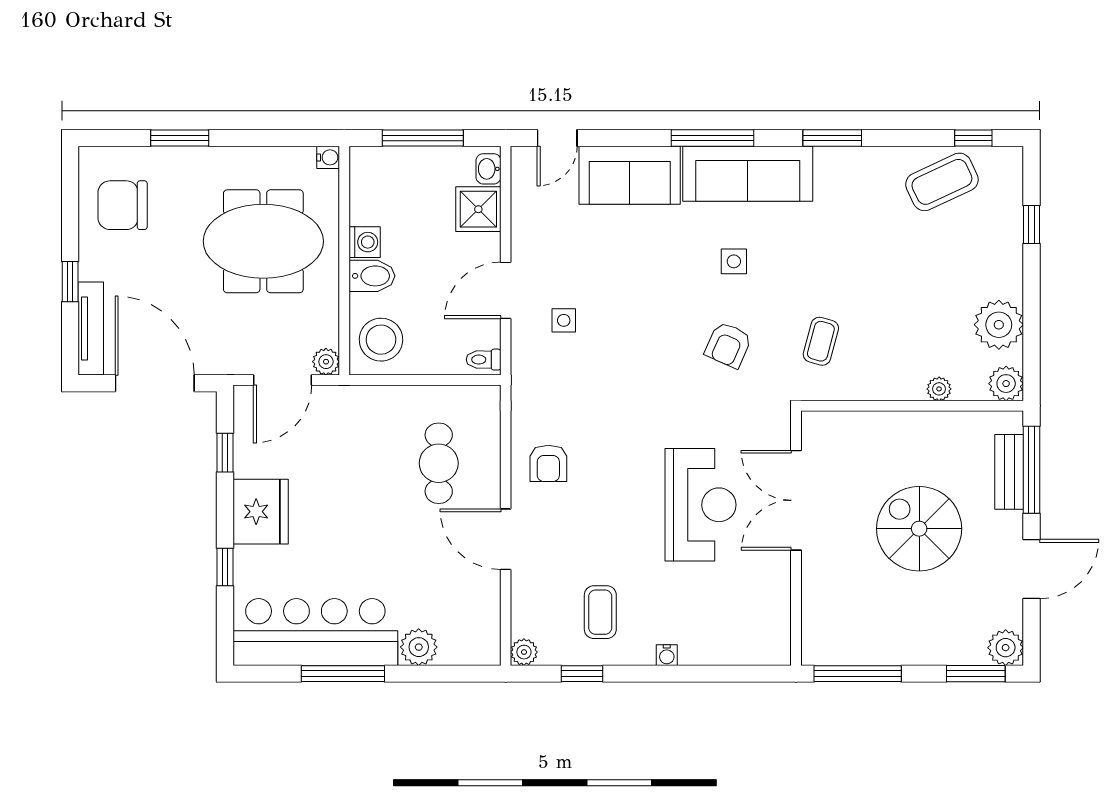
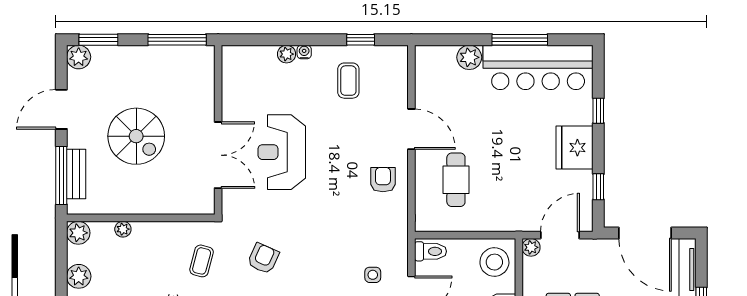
plant: (999, 325) -> (79, 276), width x0.73, depth x0.73
toilet: (484, 360) -> (431, 251), width x1.37, depth x1.39
plant: (524, 652) -> (287, 54), moved

